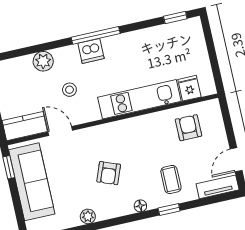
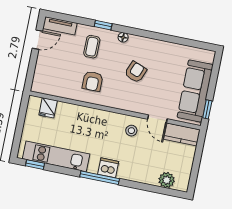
plant: (43, 61) -> (167, 180), moved
stool: (69, 90) -> (131, 131), moved
kitchen unit: (139, 99) -> (56, 156), moved, turned 180
armchair: (188, 128) -> (93, 81), moved
plant: (88, 216) -> (165, 47), removed

